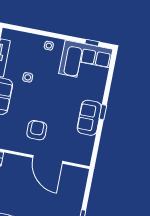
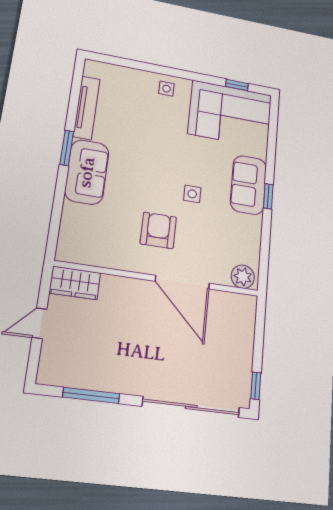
side table: (28, 77) -> (192, 194), moved
sofa: (89, 118) -> (249, 185), moved
plant: (82, 158) -> (243, 277), added

